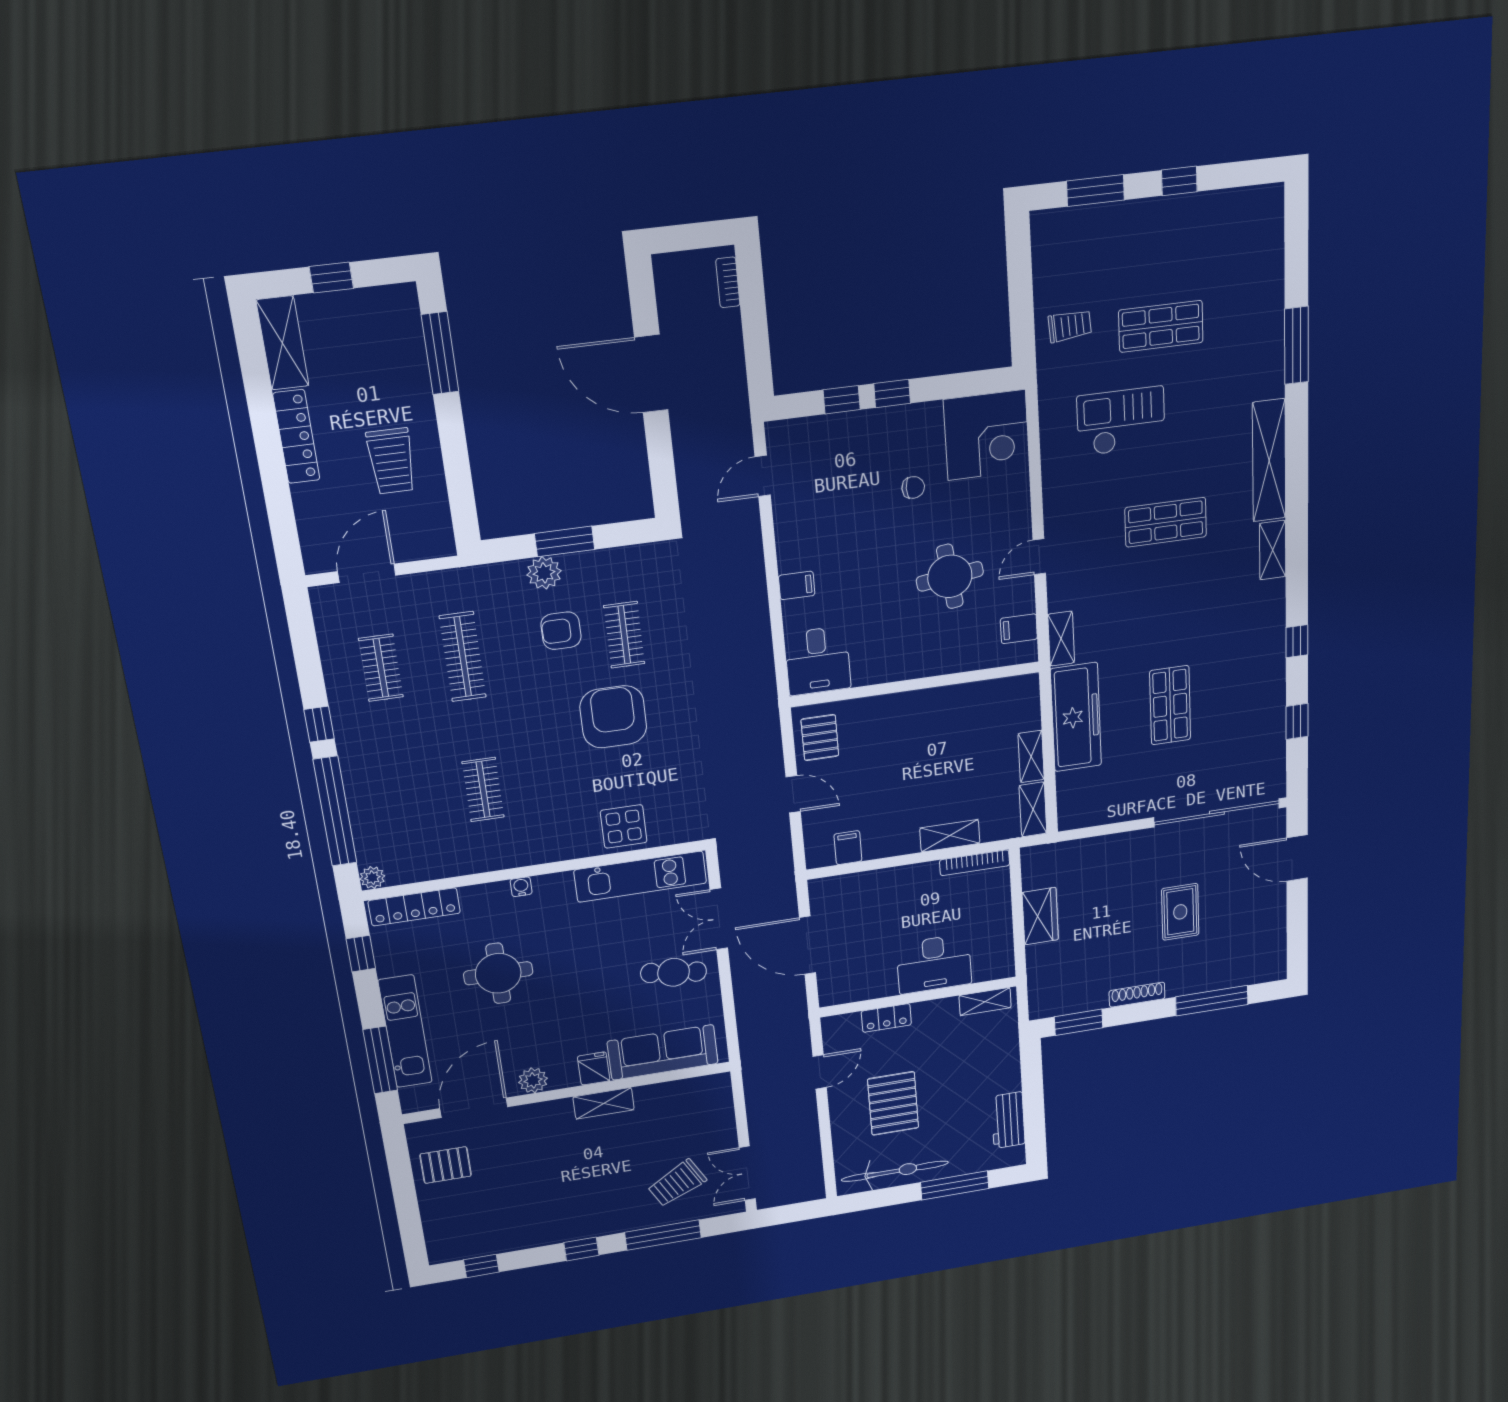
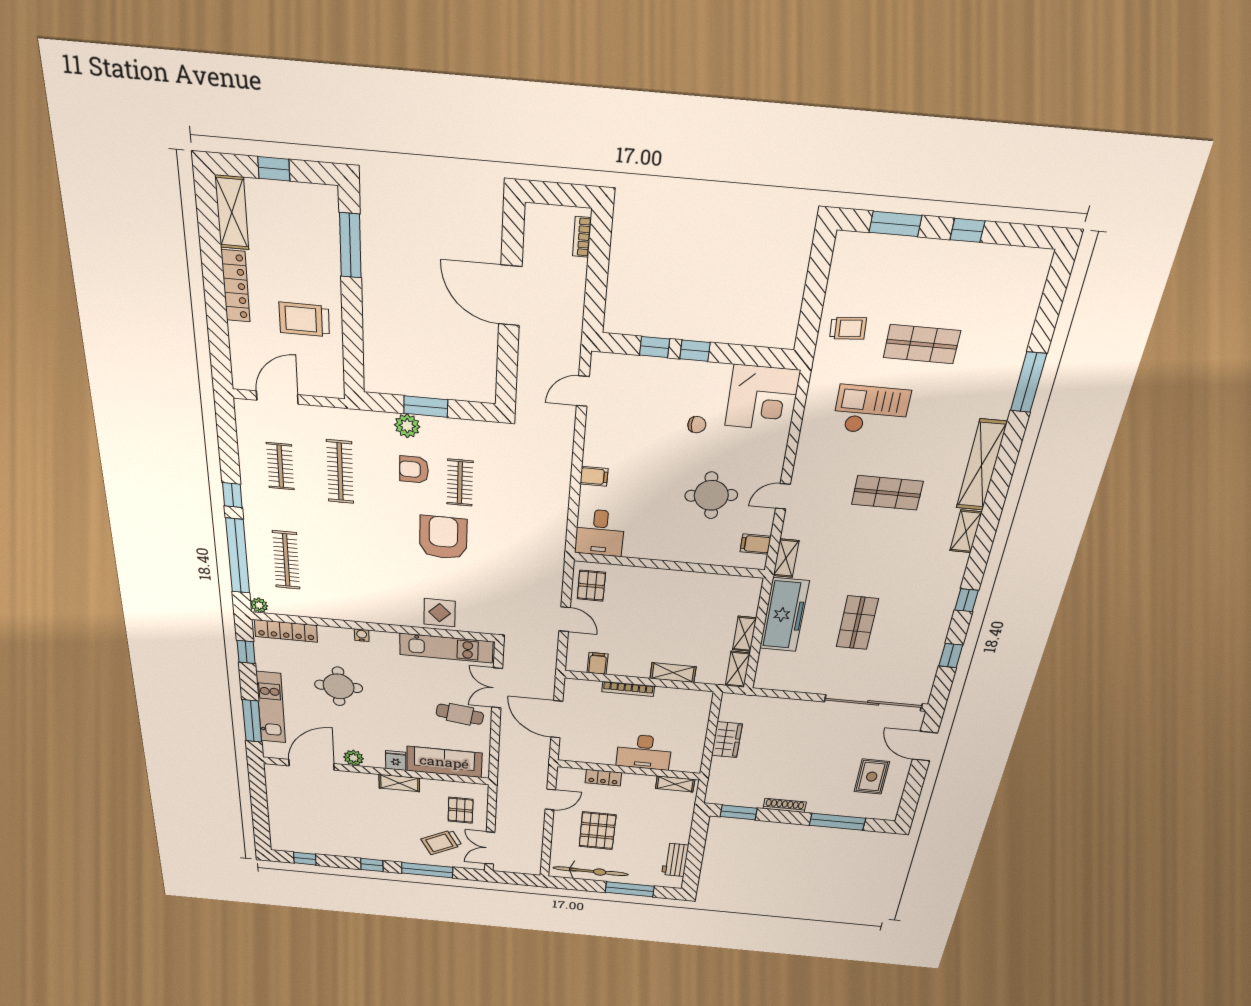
trolley: (391, 461) -> (304, 319), turned 90
clothes rail: (483, 789) -> (286, 560), moved, width x1.36
bookcase: (975, 863) -> (628, 689), moved
rug: (1180, 912) -> (872, 777), moved
pallet: (446, 1165) -> (460, 810), moved, turned 90

